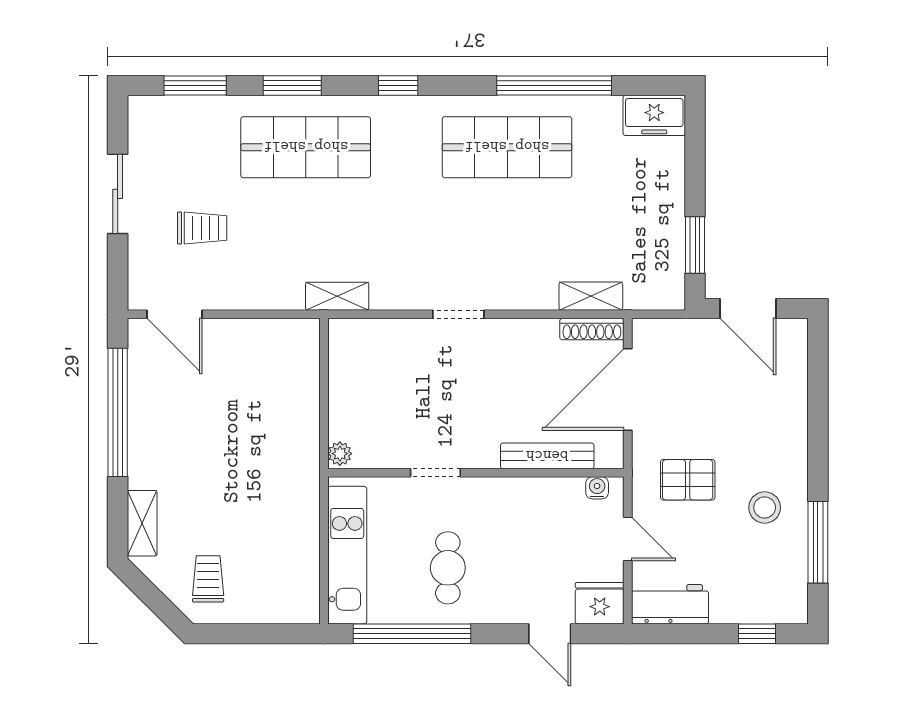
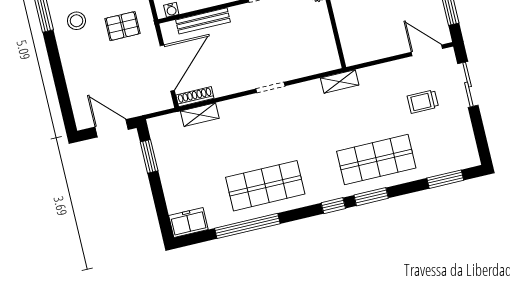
window: (292, 85) -> (371, 197), moved
sliding door: (118, 194) -> (468, 85), moved

